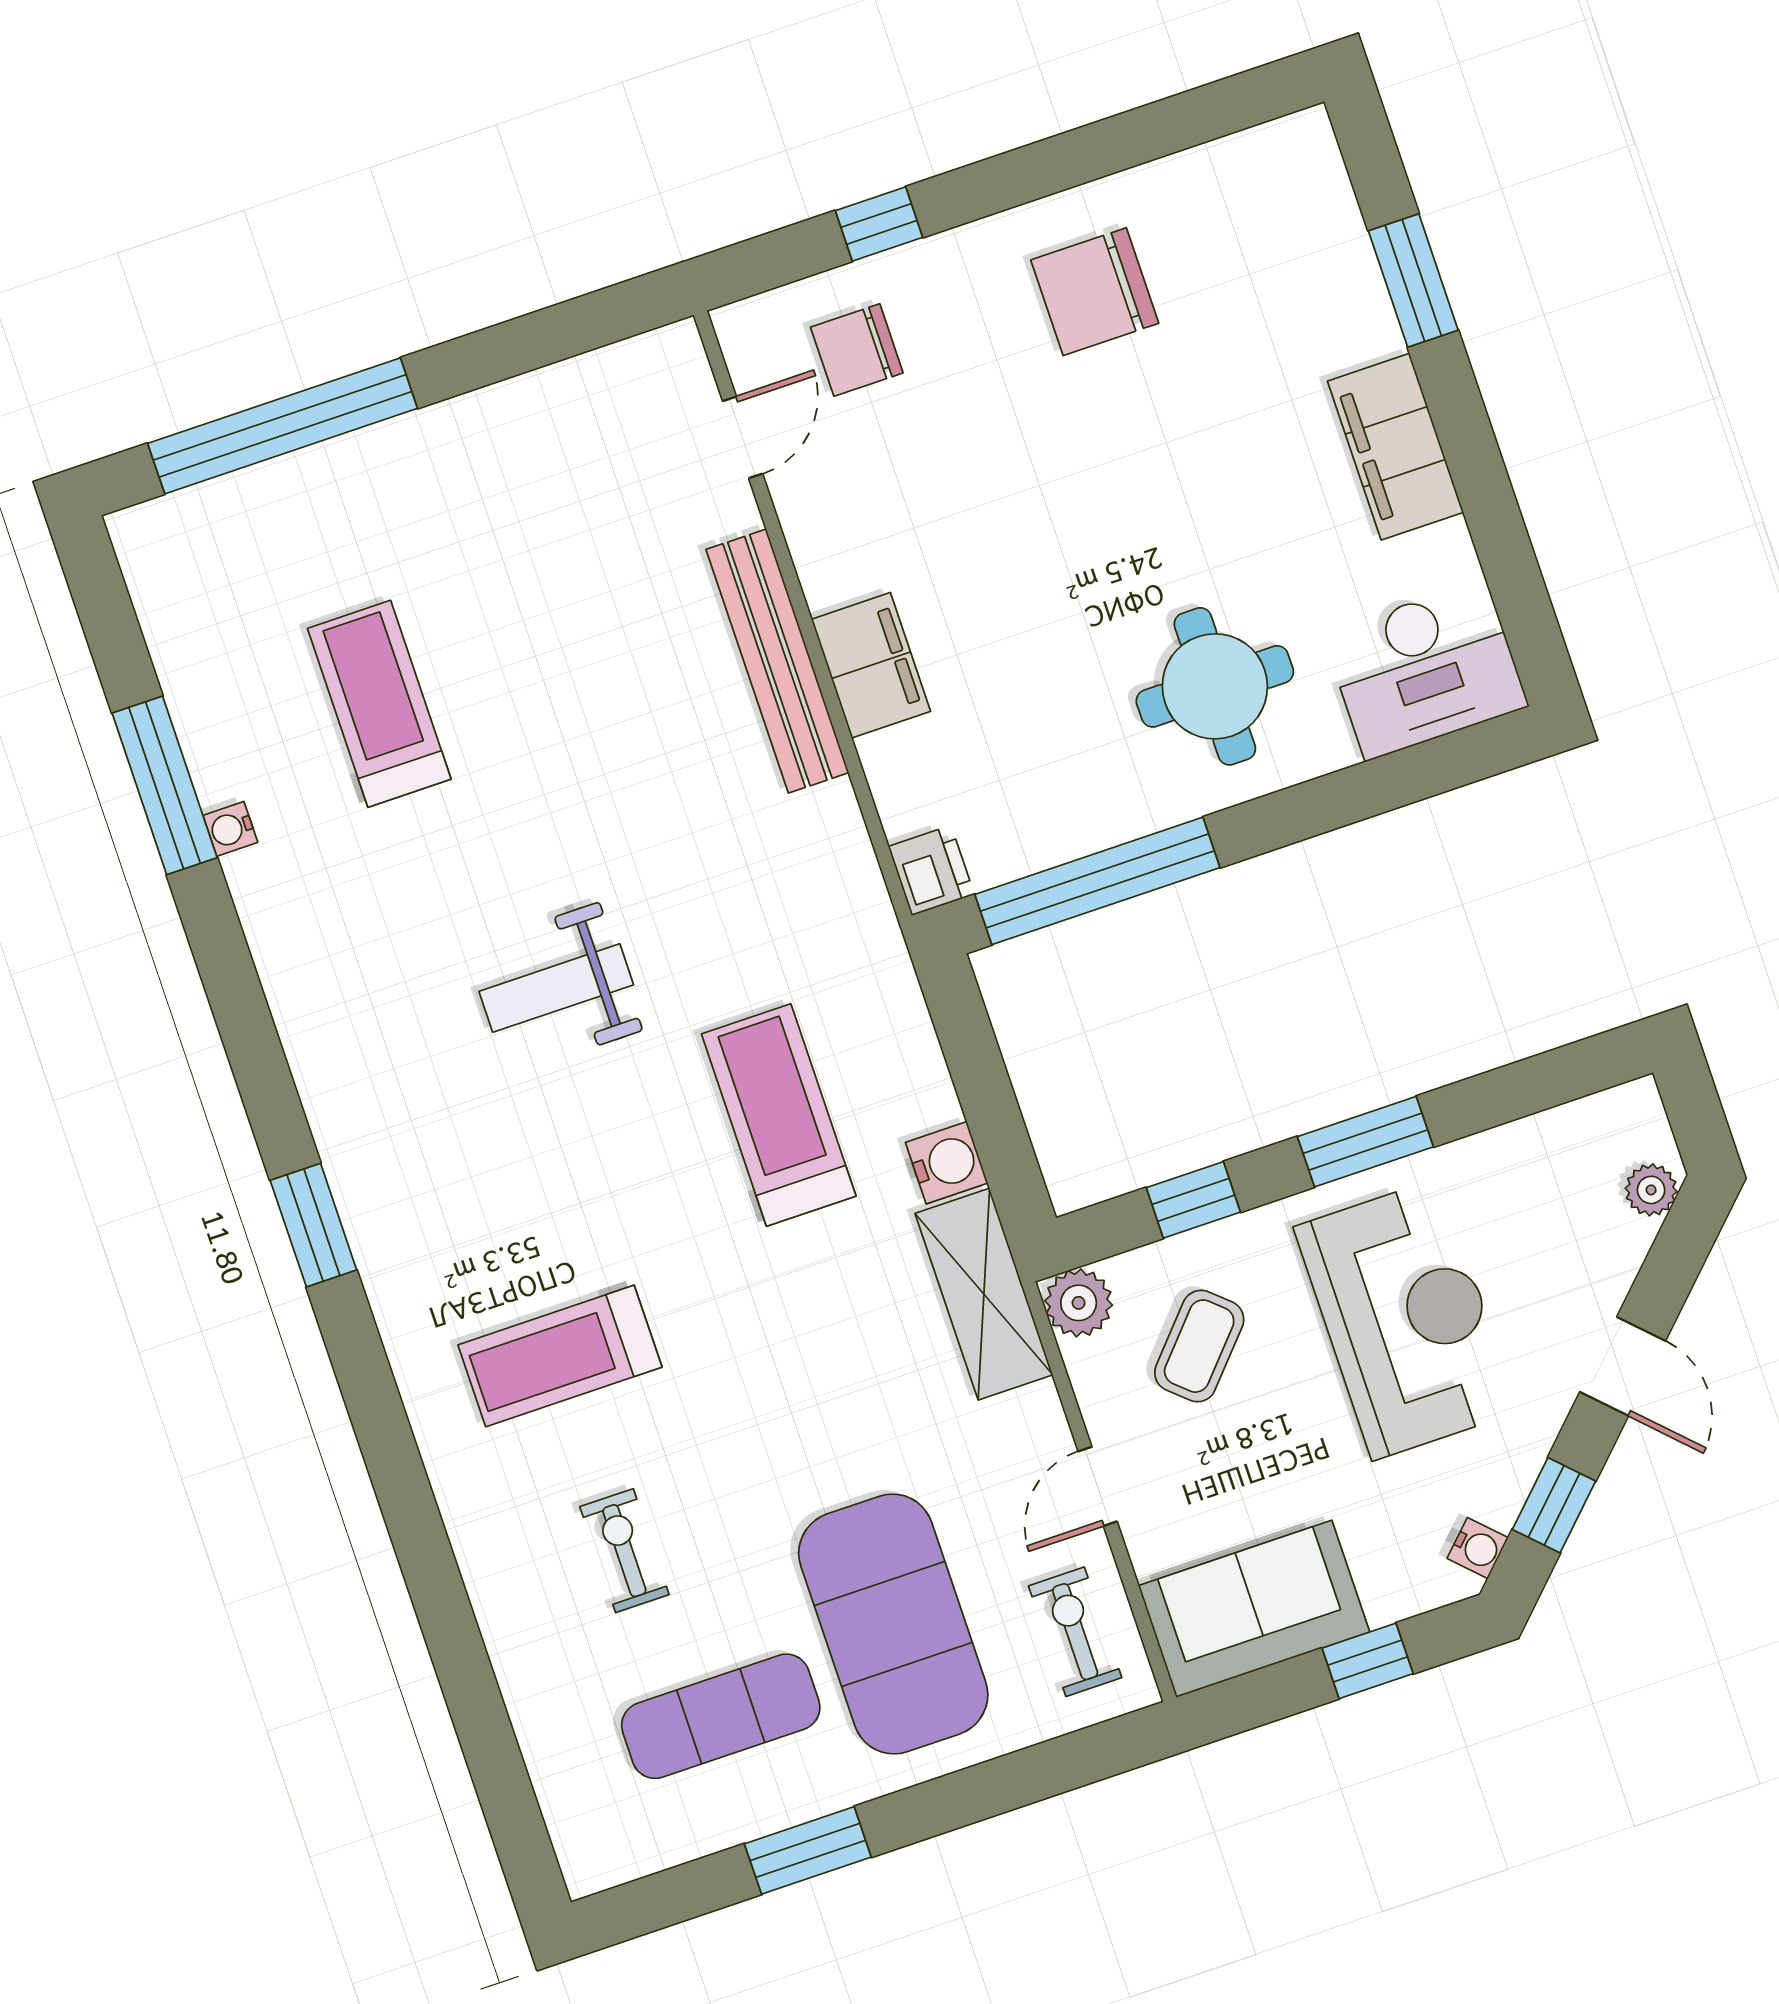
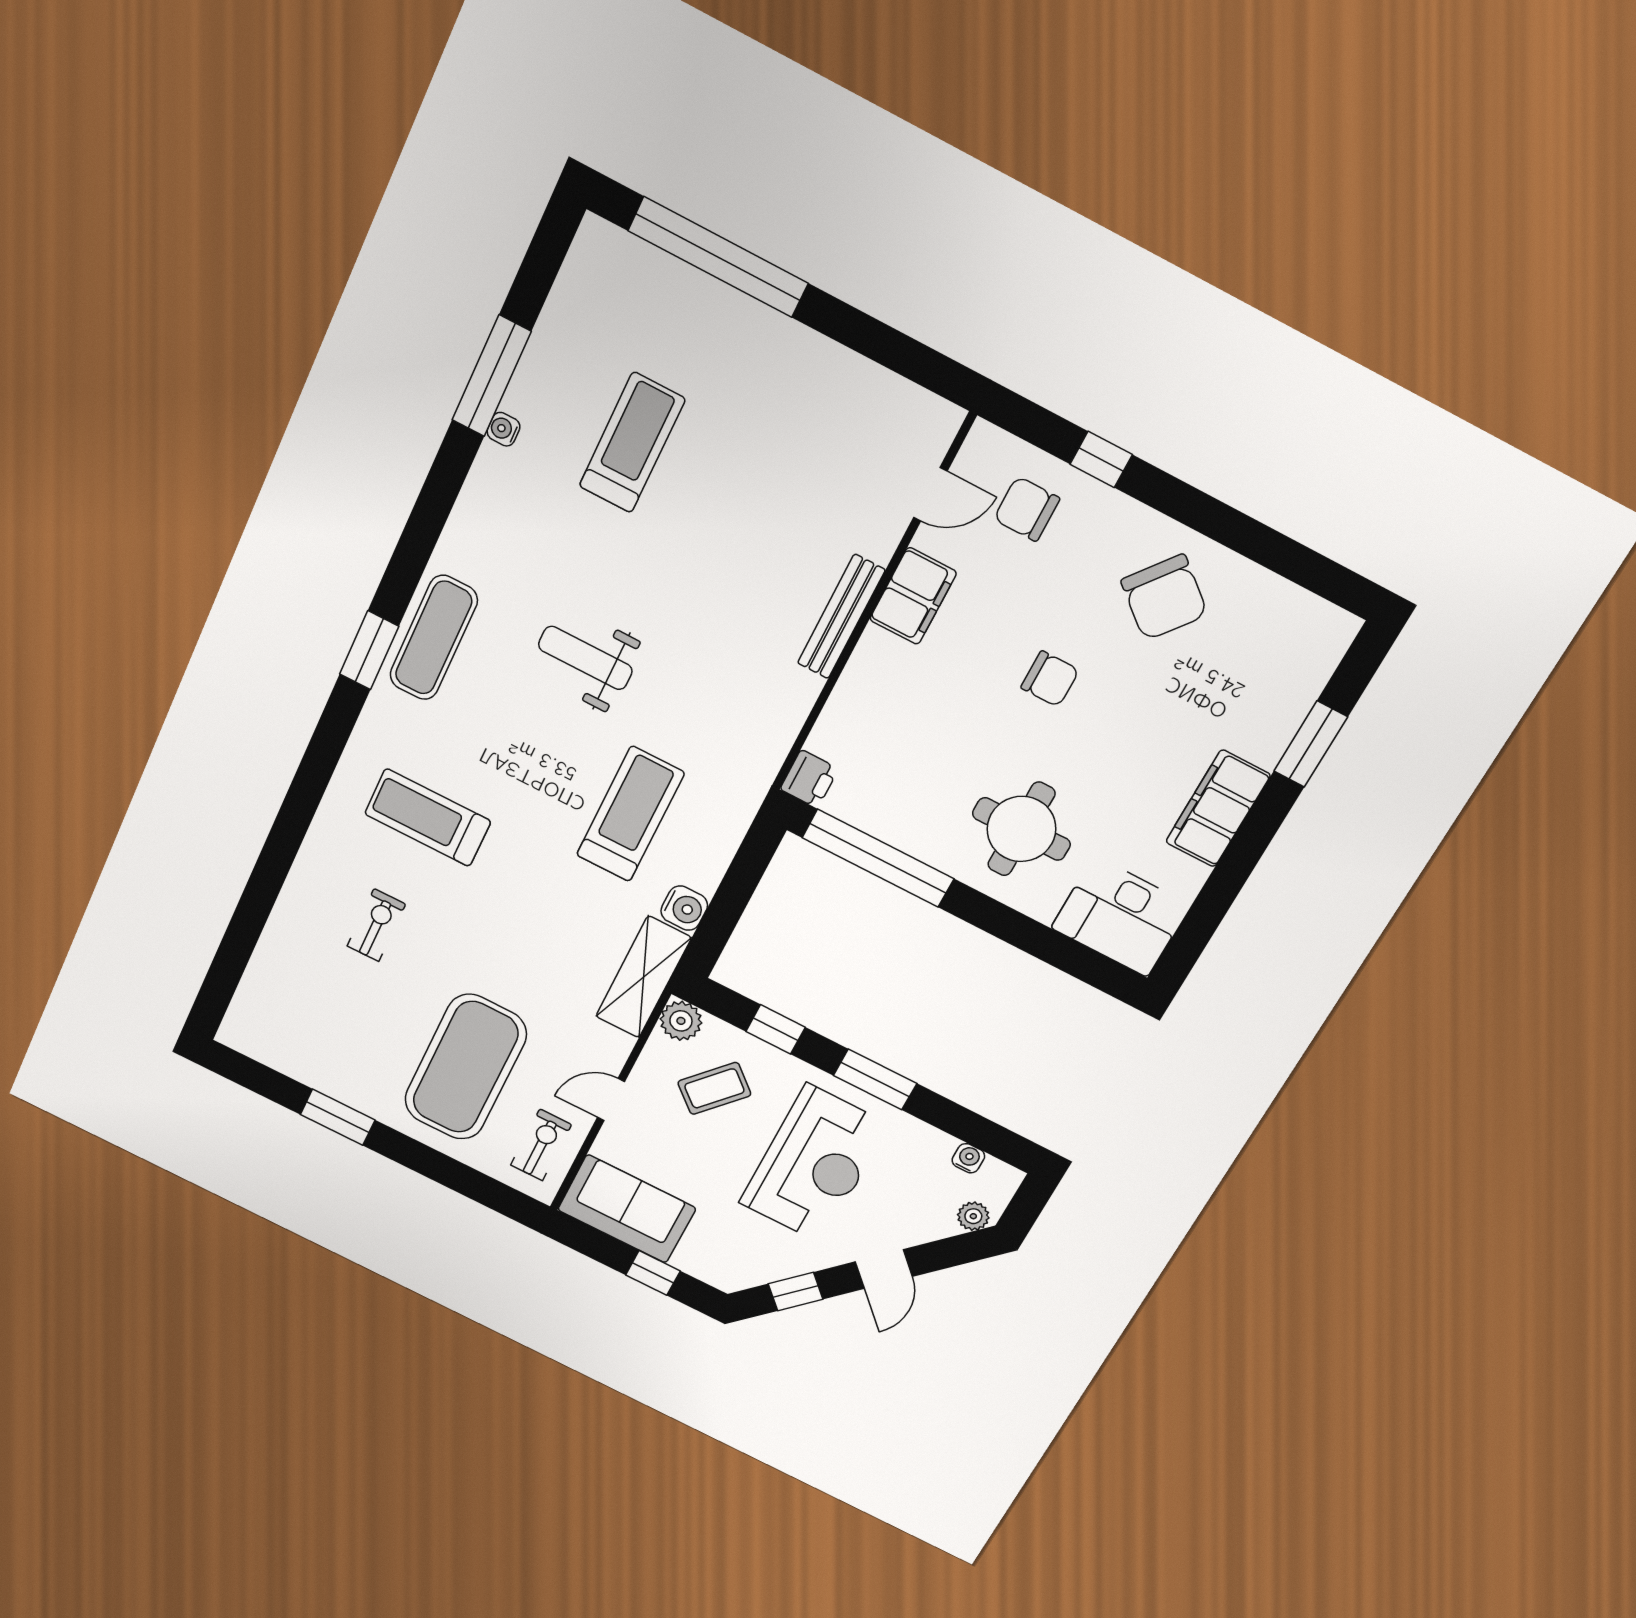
chair: (1095, 292) -> (1164, 597), turned -141
chair: (1070, 496) -> (1050, 679), added
bench: (777, 661) -> (841, 617), width x0.73, depth x0.82
filing cabinet: (871, 665) -> (913, 596), moved
water cooler: (1478, 1548) -> (968, 1158), moved, turned -135
exercise mat: (721, 1716) -> (434, 638), moved, turned 90

